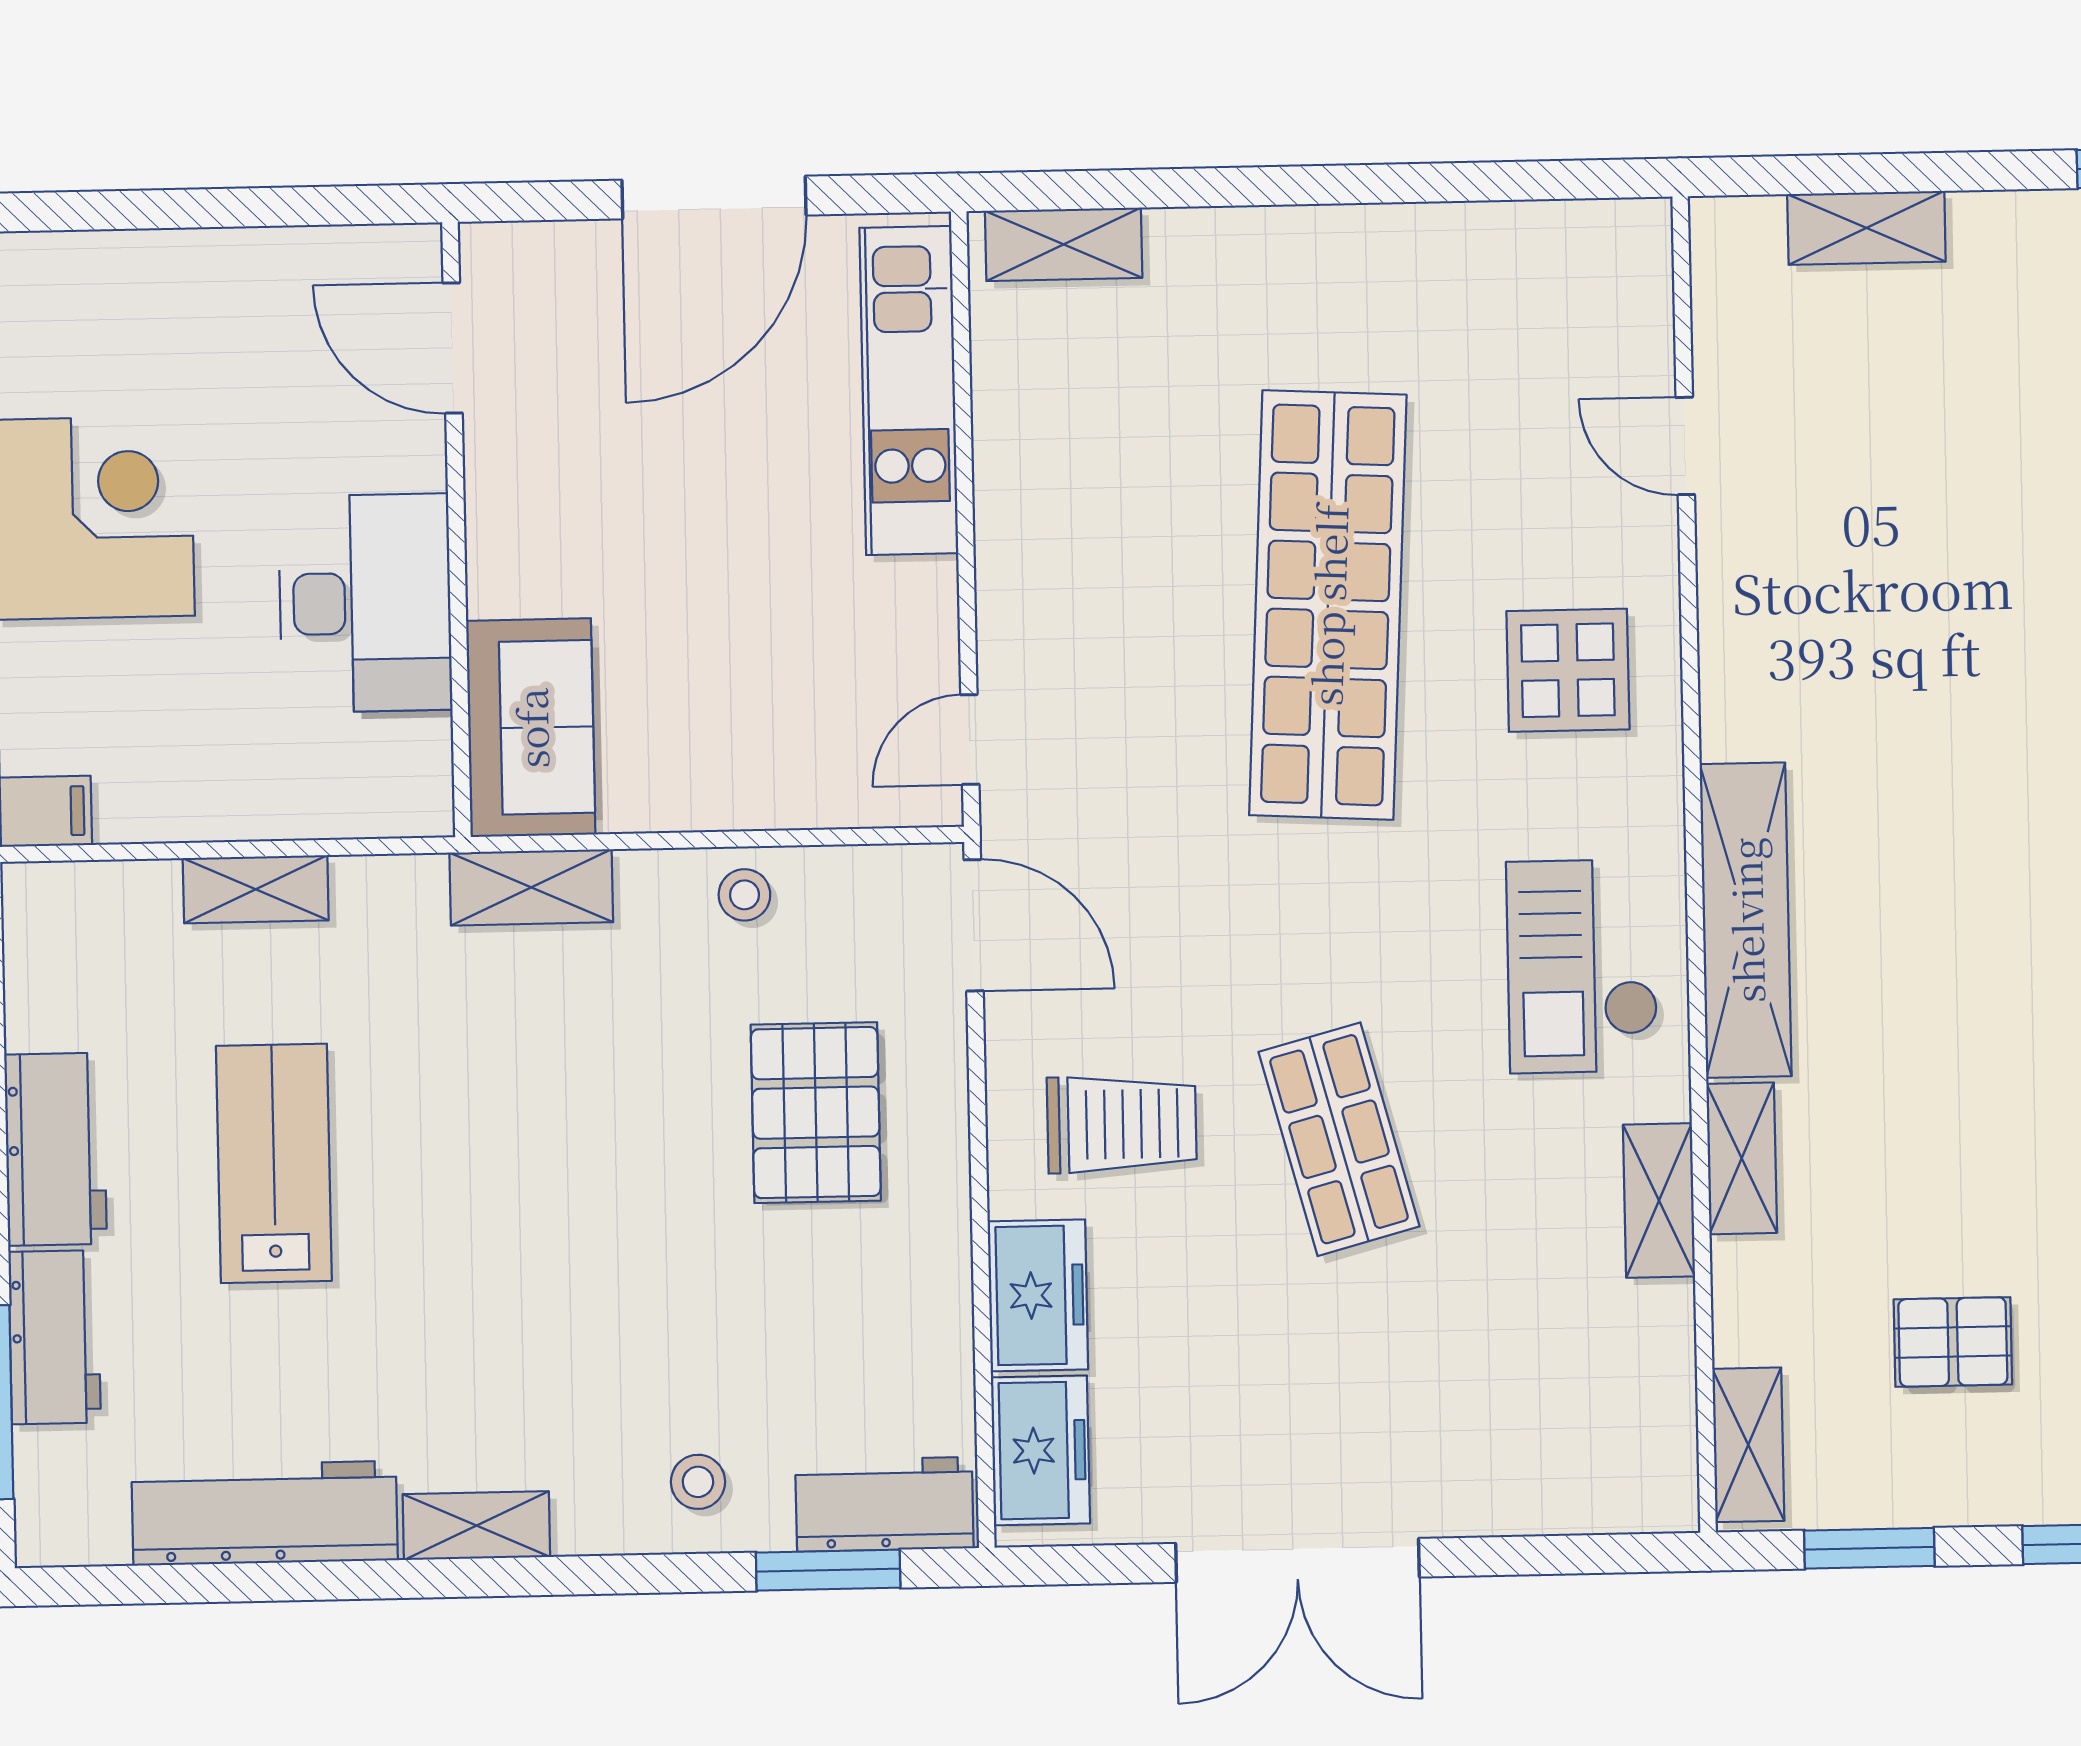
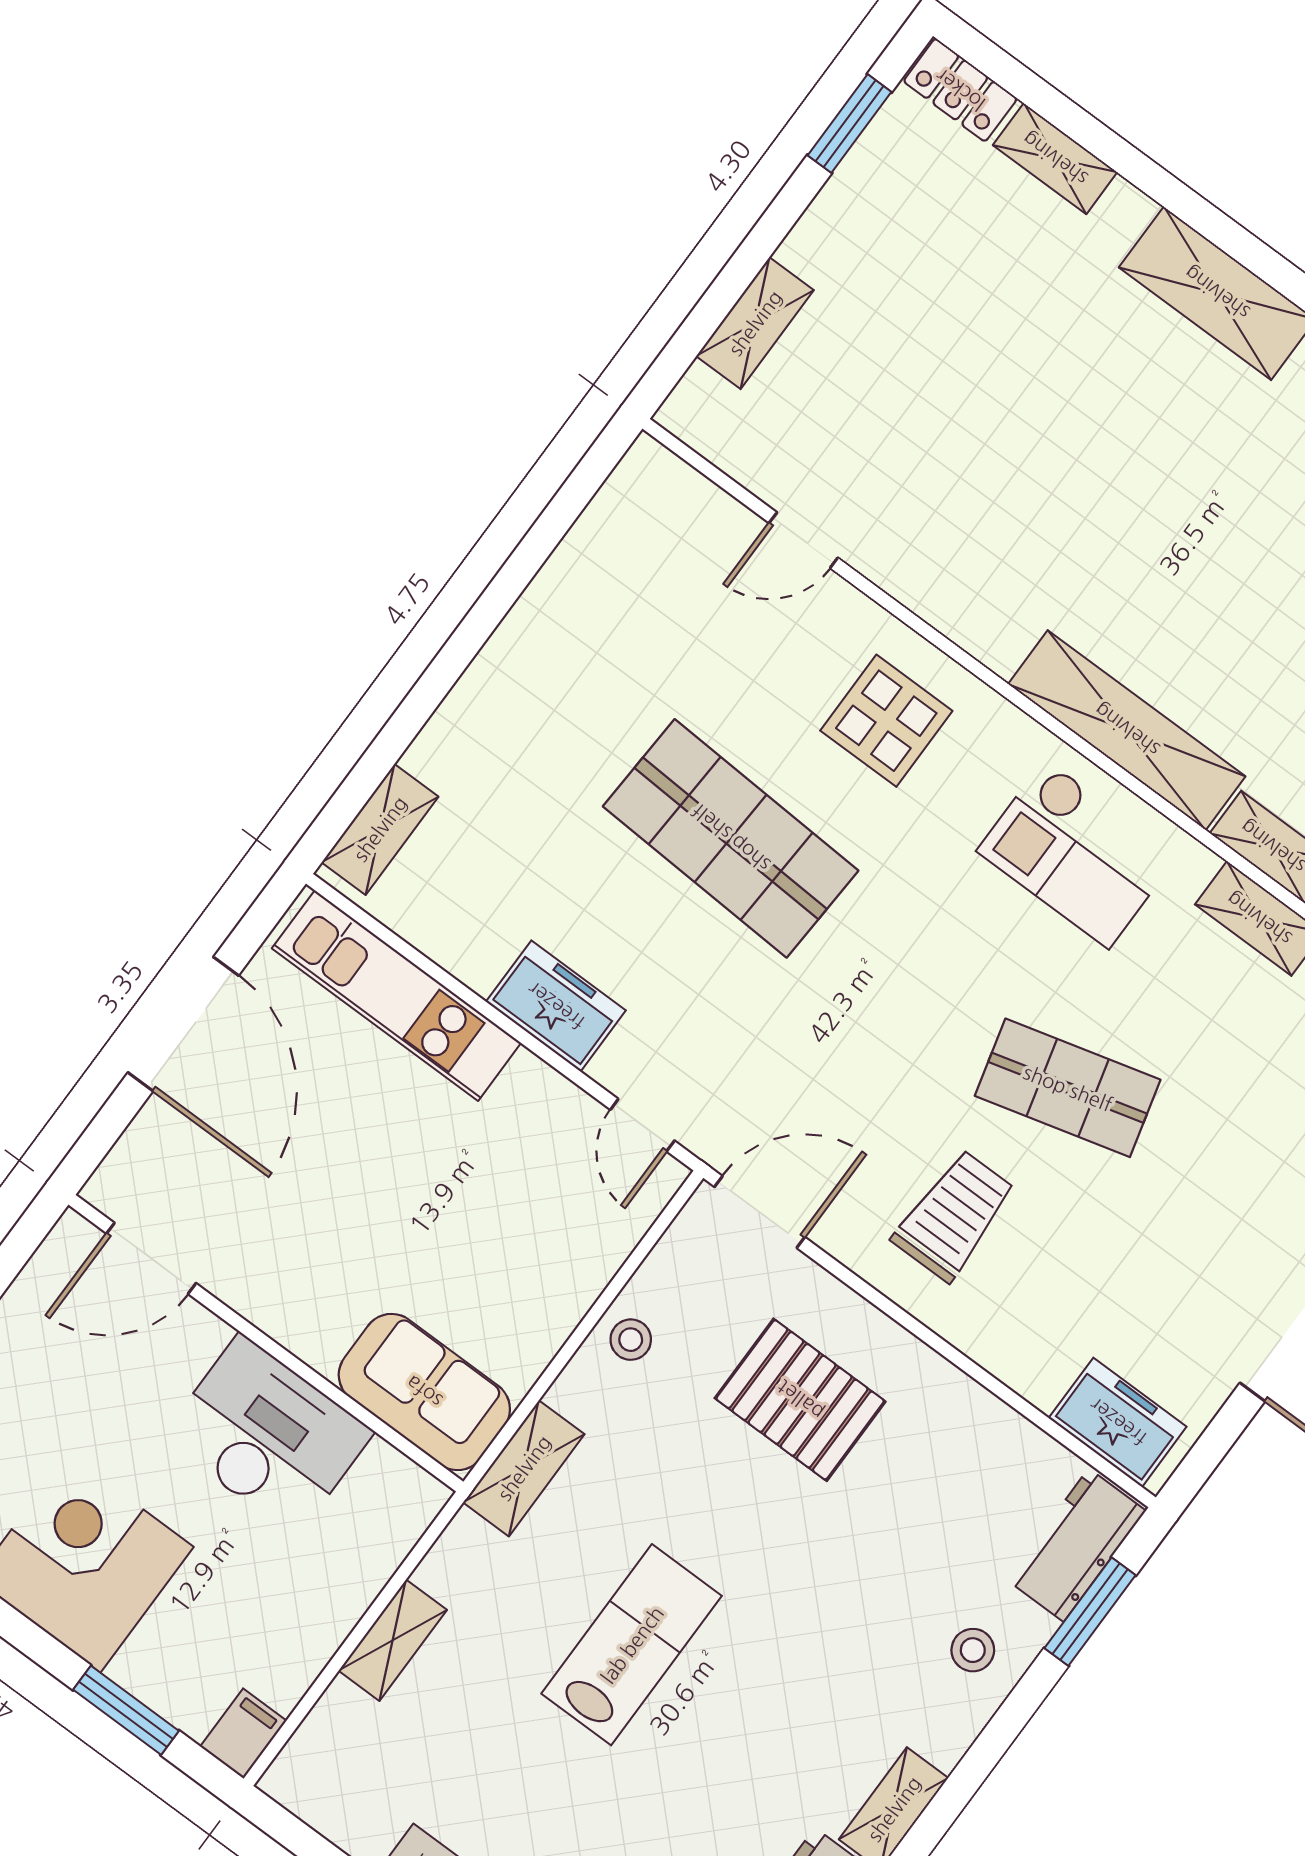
shop shelf: (1328, 605) -> (731, 838), width x0.71
lab bench: (274, 1163) -> (632, 1645), moved, turned 90
freezer: (1038, 1295) -> (556, 1006), moved

